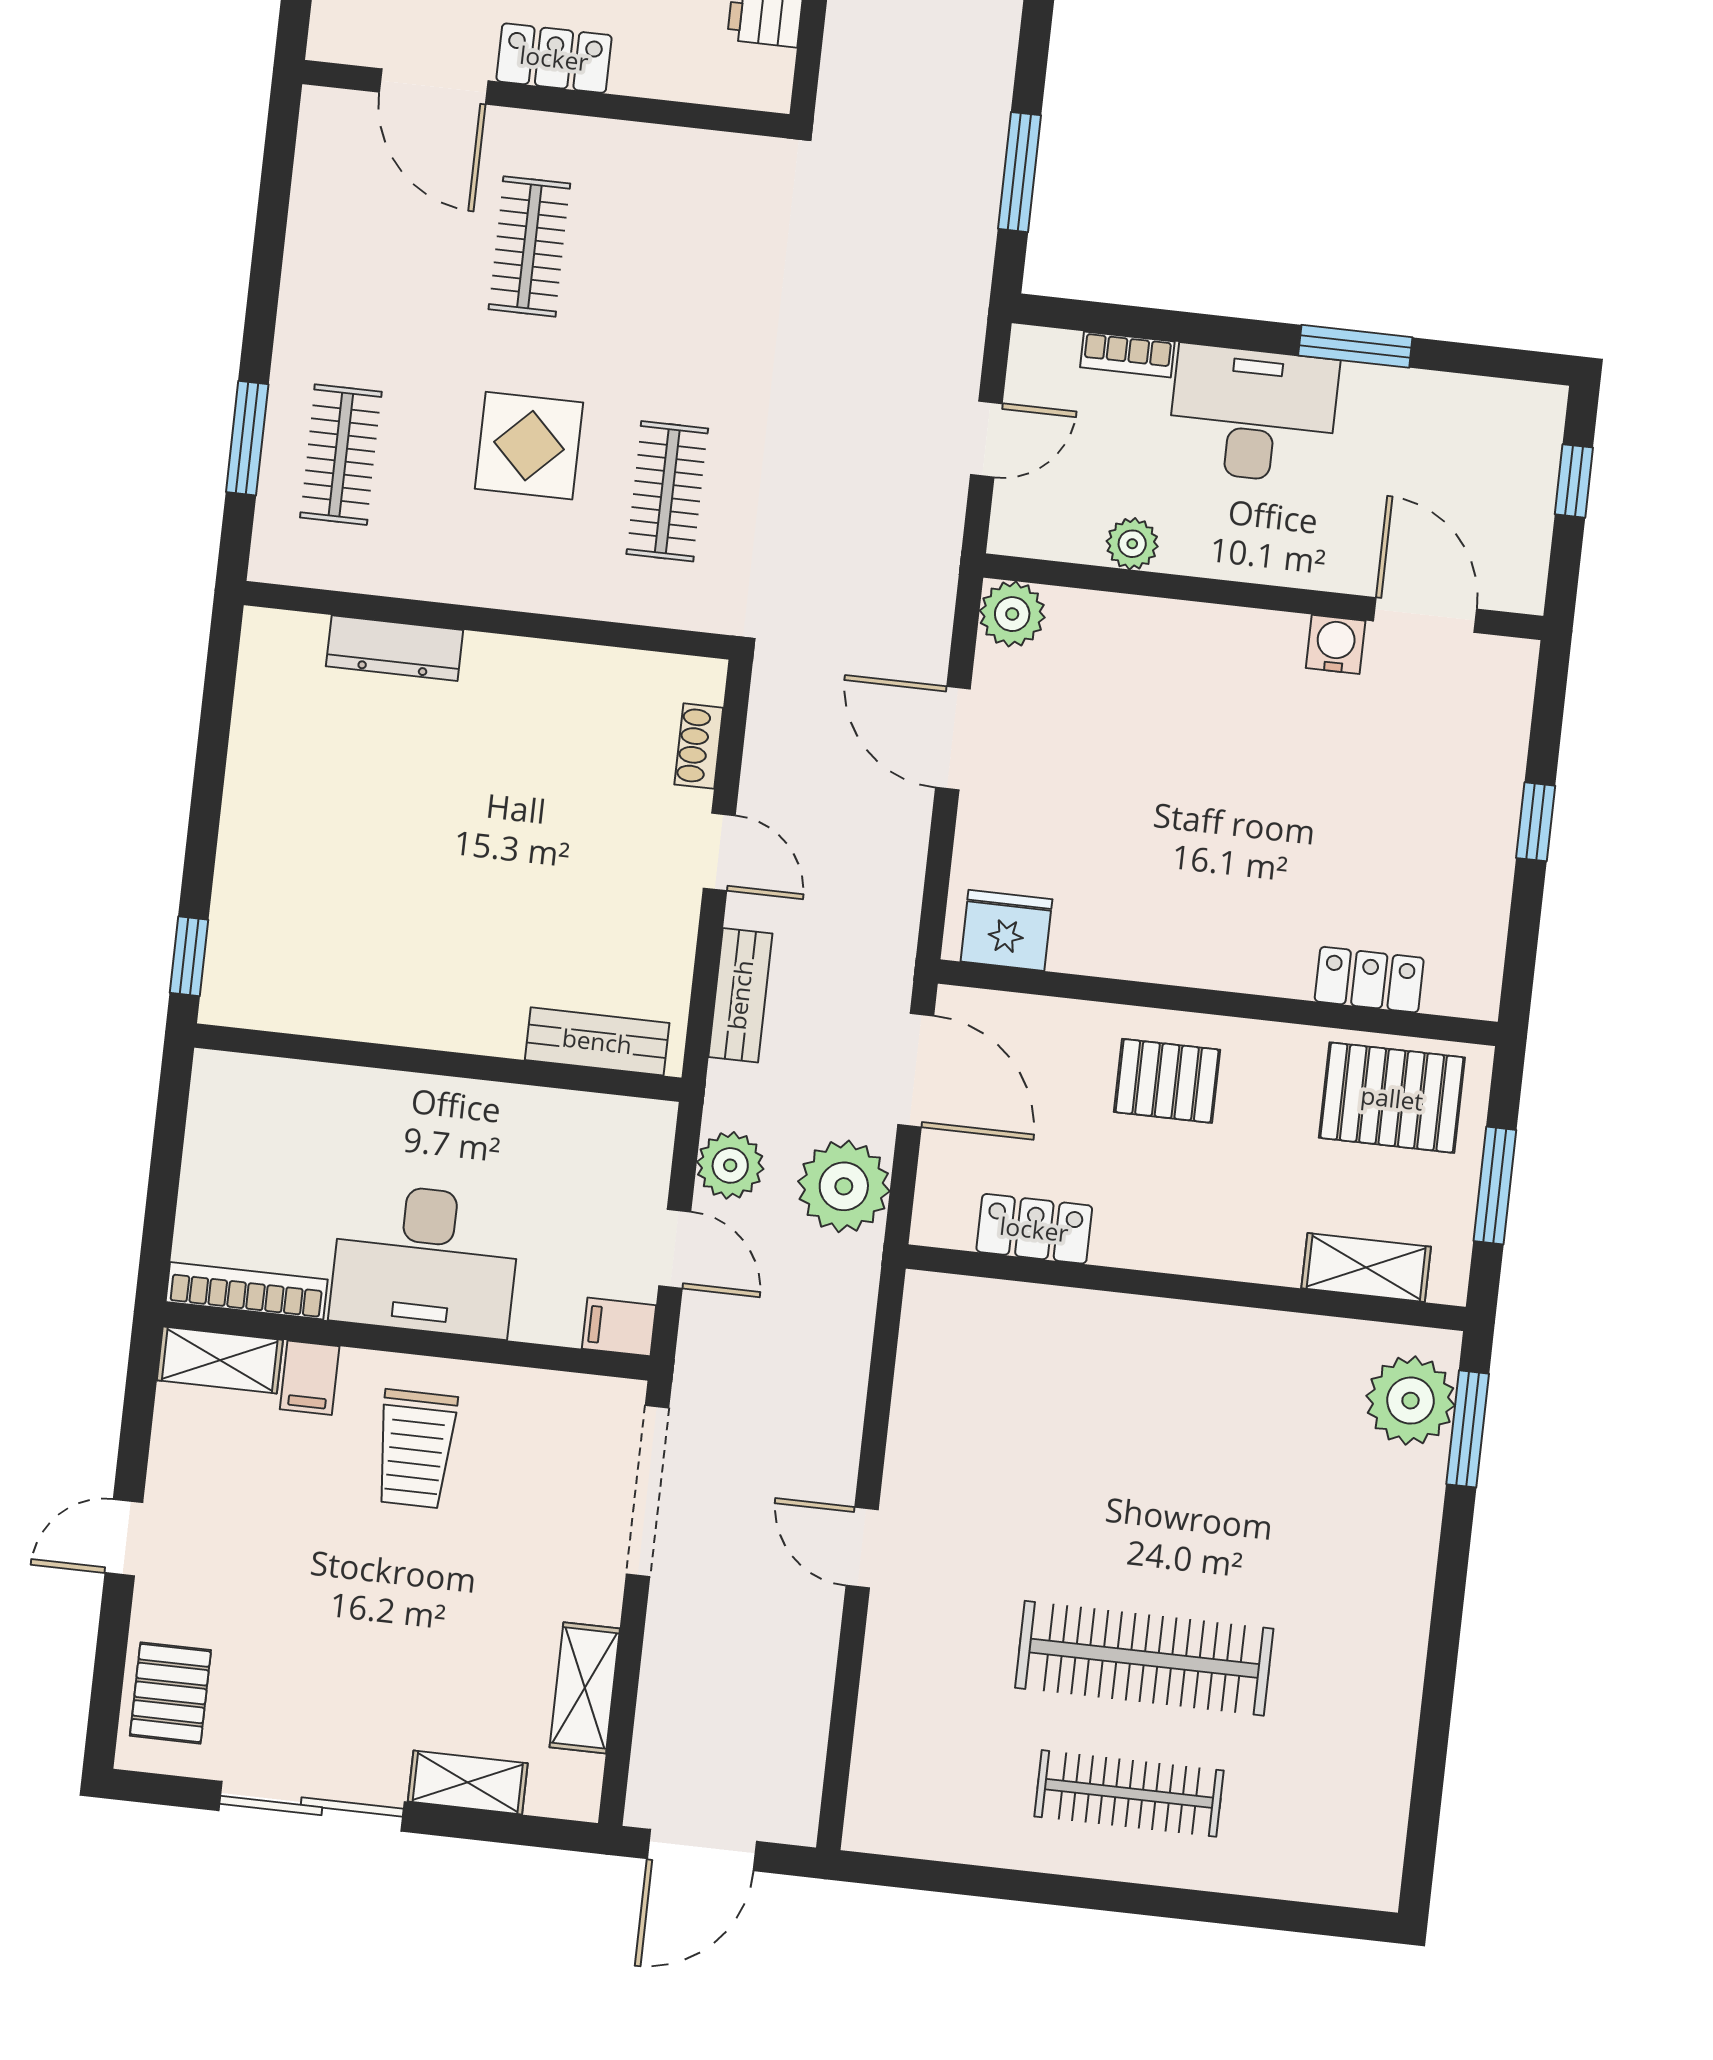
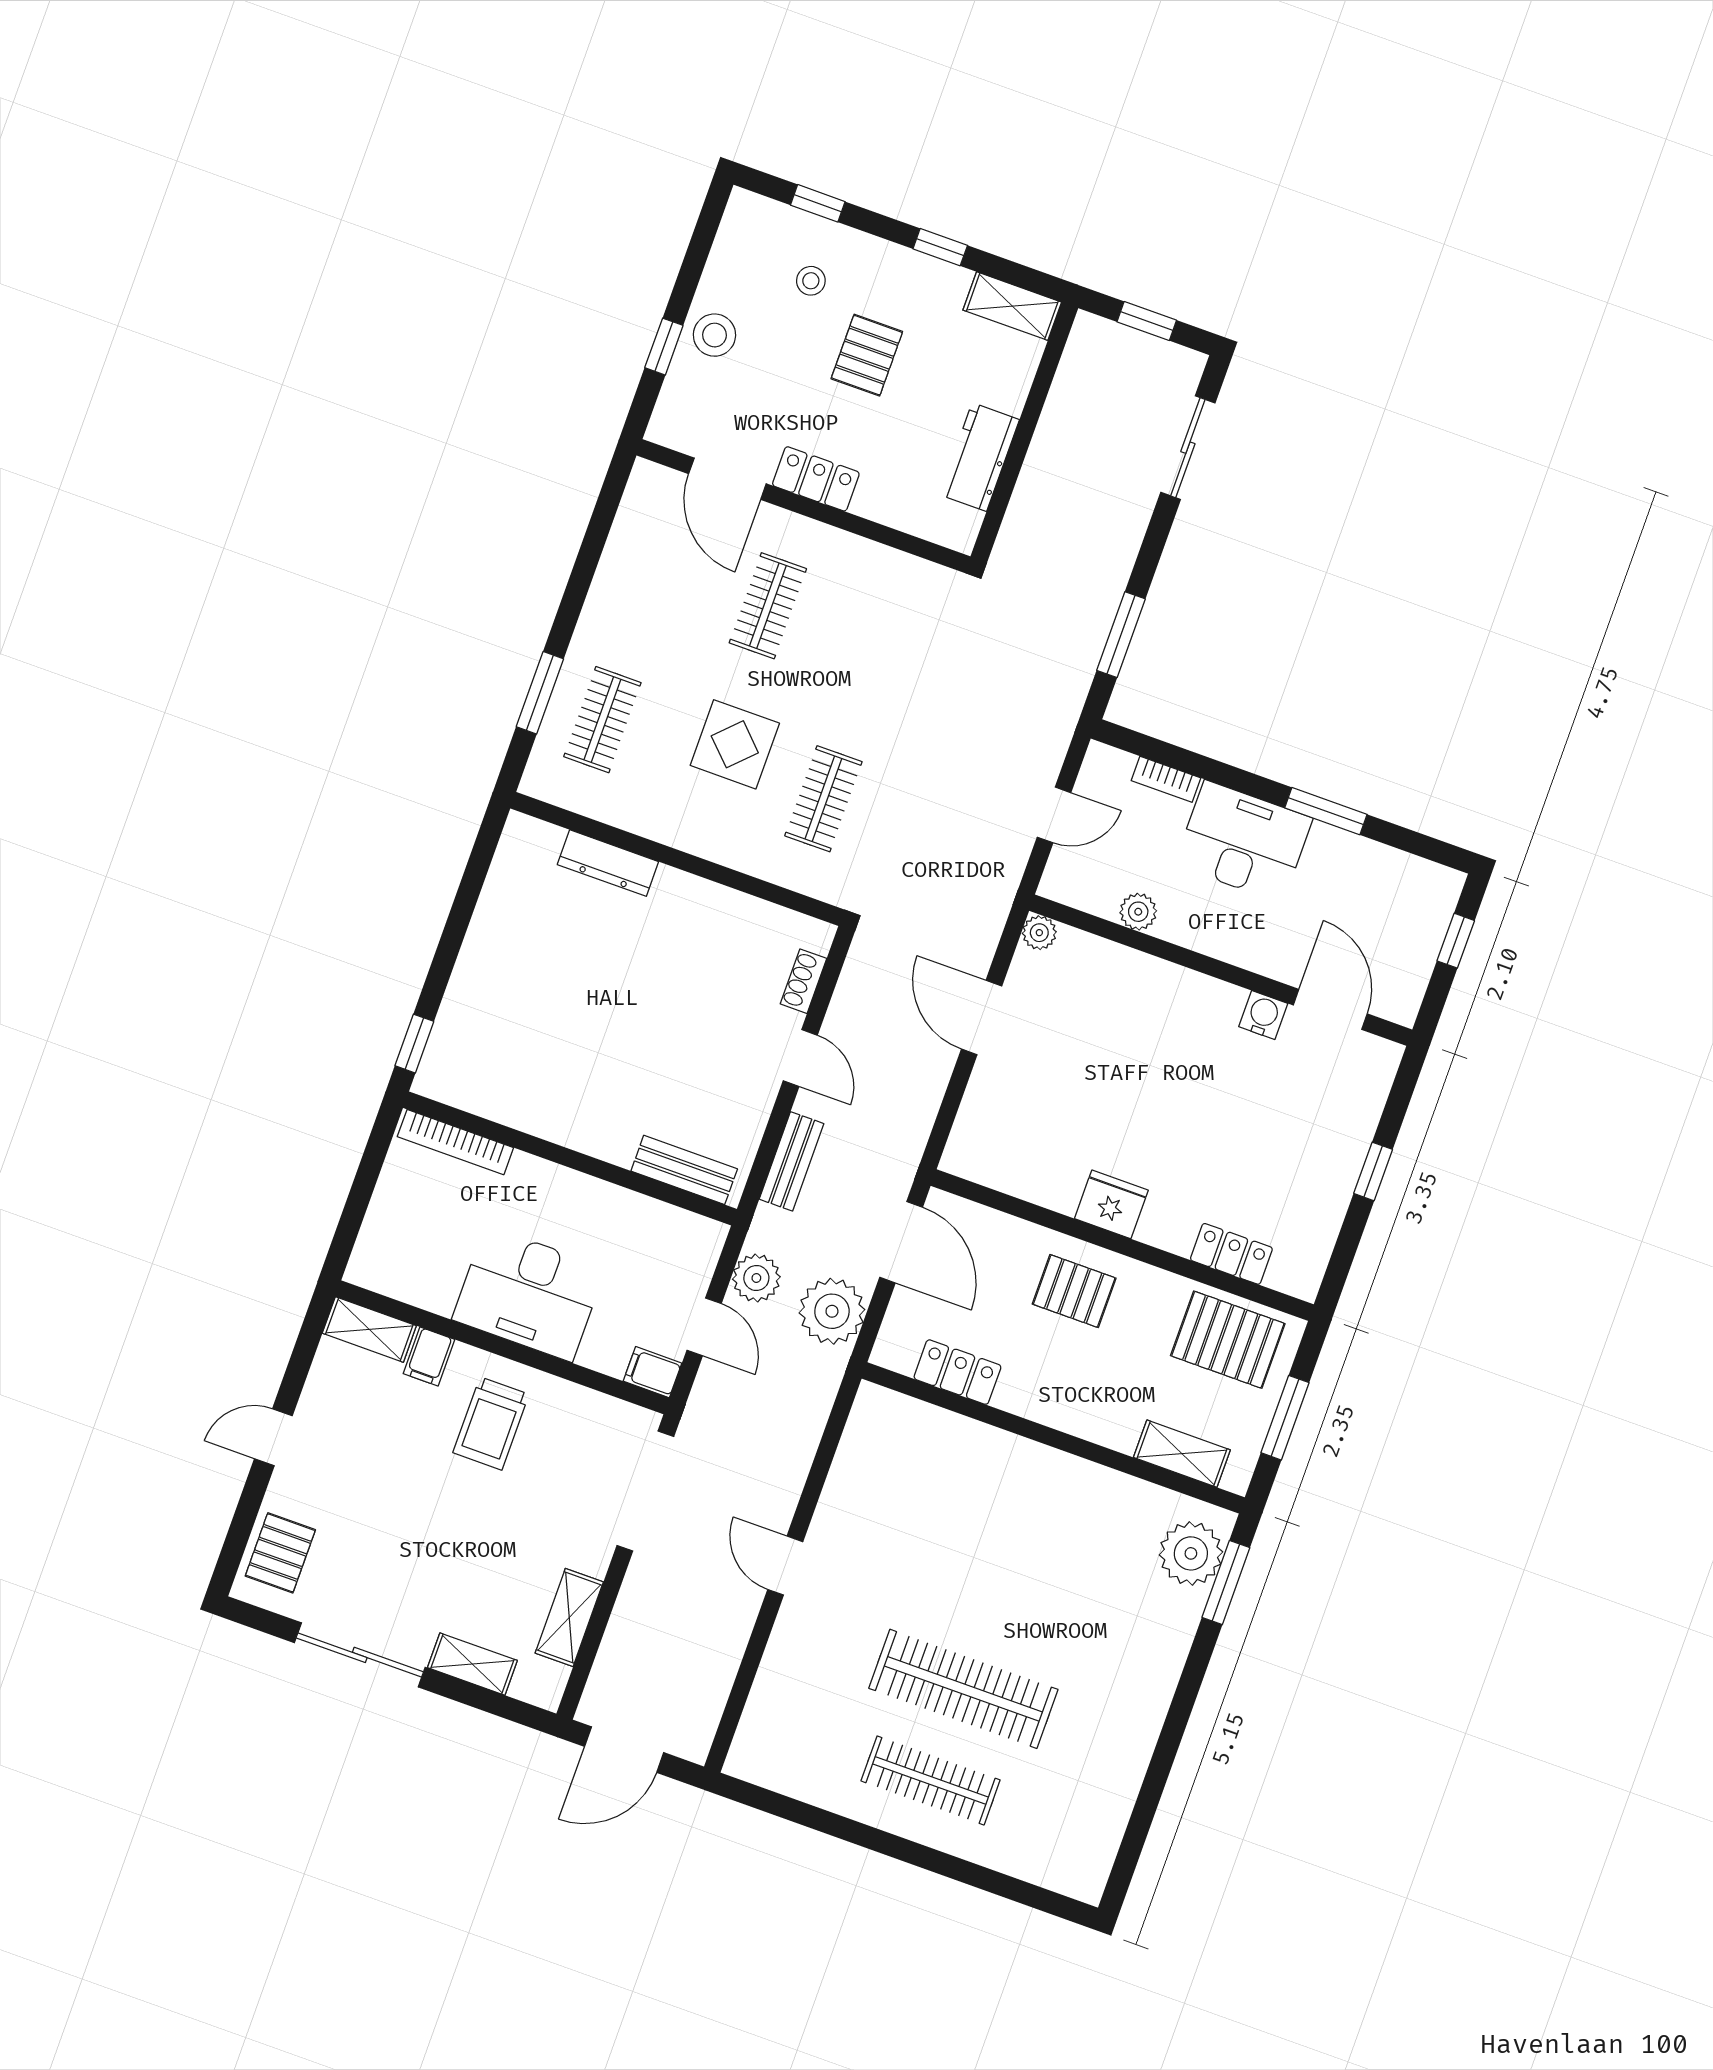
plant: (1012, 614) -> (1039, 933), width x0.73, depth x0.73
fridge: (1006, 930) -> (1111, 1204), moved
bookcase: (247, 1291) -> (455, 1142), moved, turned 180

